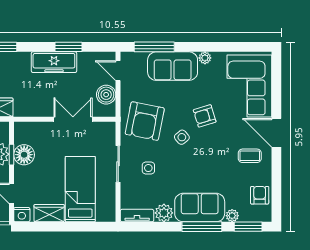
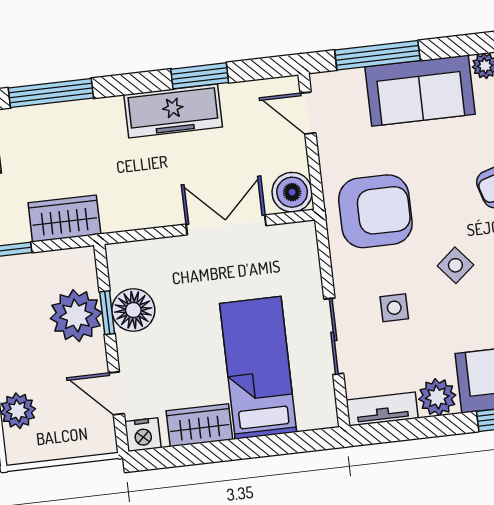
boiler: (106, 95) -> (292, 192), moved
armchair: (145, 121) -> (375, 211), turned -101
side table: (182, 137) -> (455, 265), moved
sliding door: (118, 164) -> (334, 336), moved

